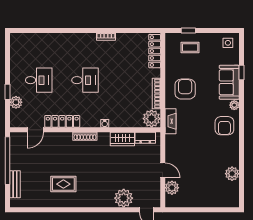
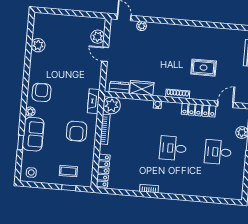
rug: (63, 184) -> (204, 68), moved
plant: (124, 198) -> (142, 26), width x0.53, depth x0.53

